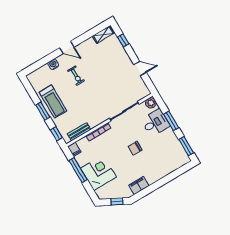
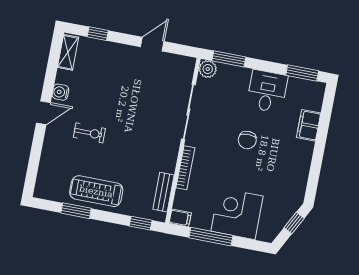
water cooler: (53, 64) -> (60, 92), moved
treadmill: (53, 102) -> (96, 191), turned 180
window: (43, 111) -> (76, 211), moved
window: (171, 121) -> (229, 59), moved
desk: (155, 123) -> (267, 91), moved
filing cabinet: (139, 186) -> (309, 125), moved

